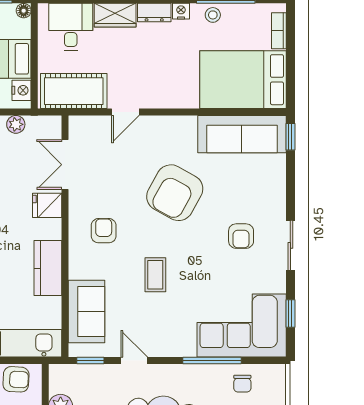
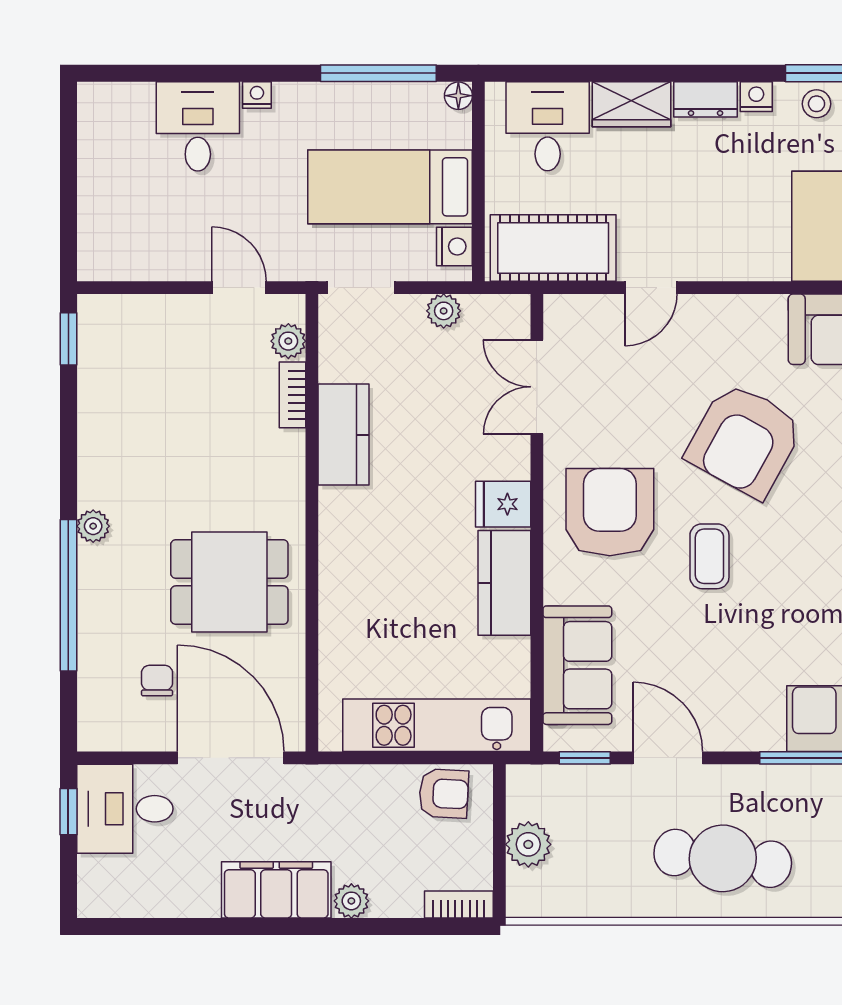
fridge: (47, 205) -> (503, 504), moved
armchair: (104, 231) -> (610, 512), width x1.88, depth x1.88
coffee table: (155, 275) -> (709, 556), moved
door: (134, 361) -> (668, 758), width x1.38

